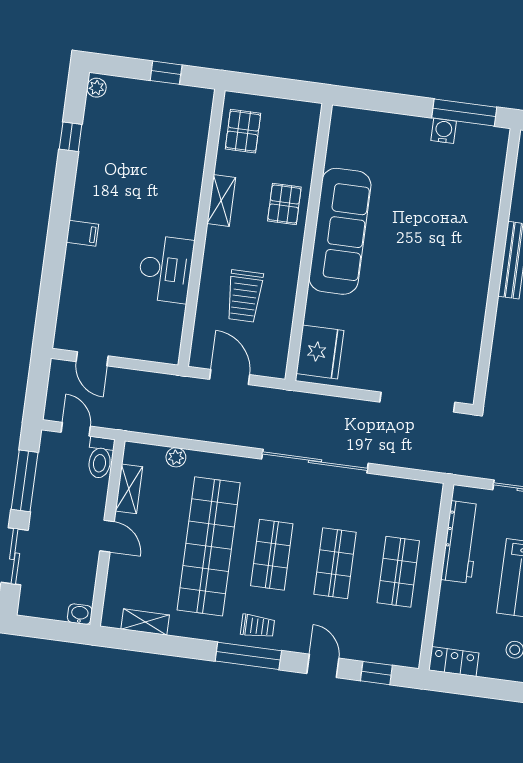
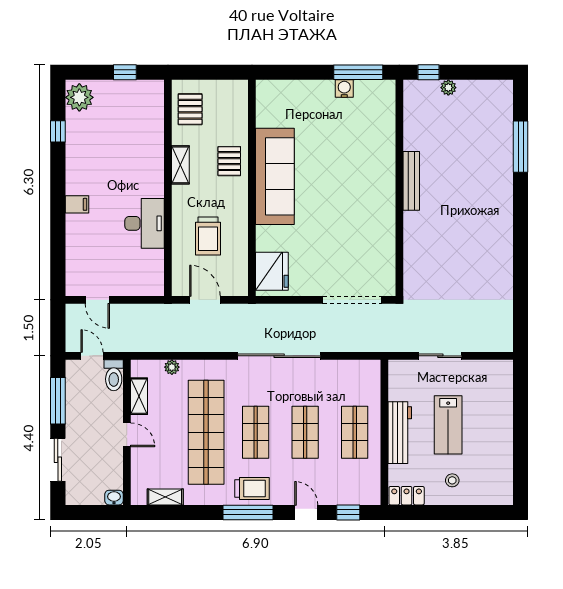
plant: (96, 88) -> (79, 97), width x1.88, depth x1.88
workbench: (461, 542) -> (400, 433), moved
trolley: (258, 626) -> (252, 489), width x1.36, depth x1.39

